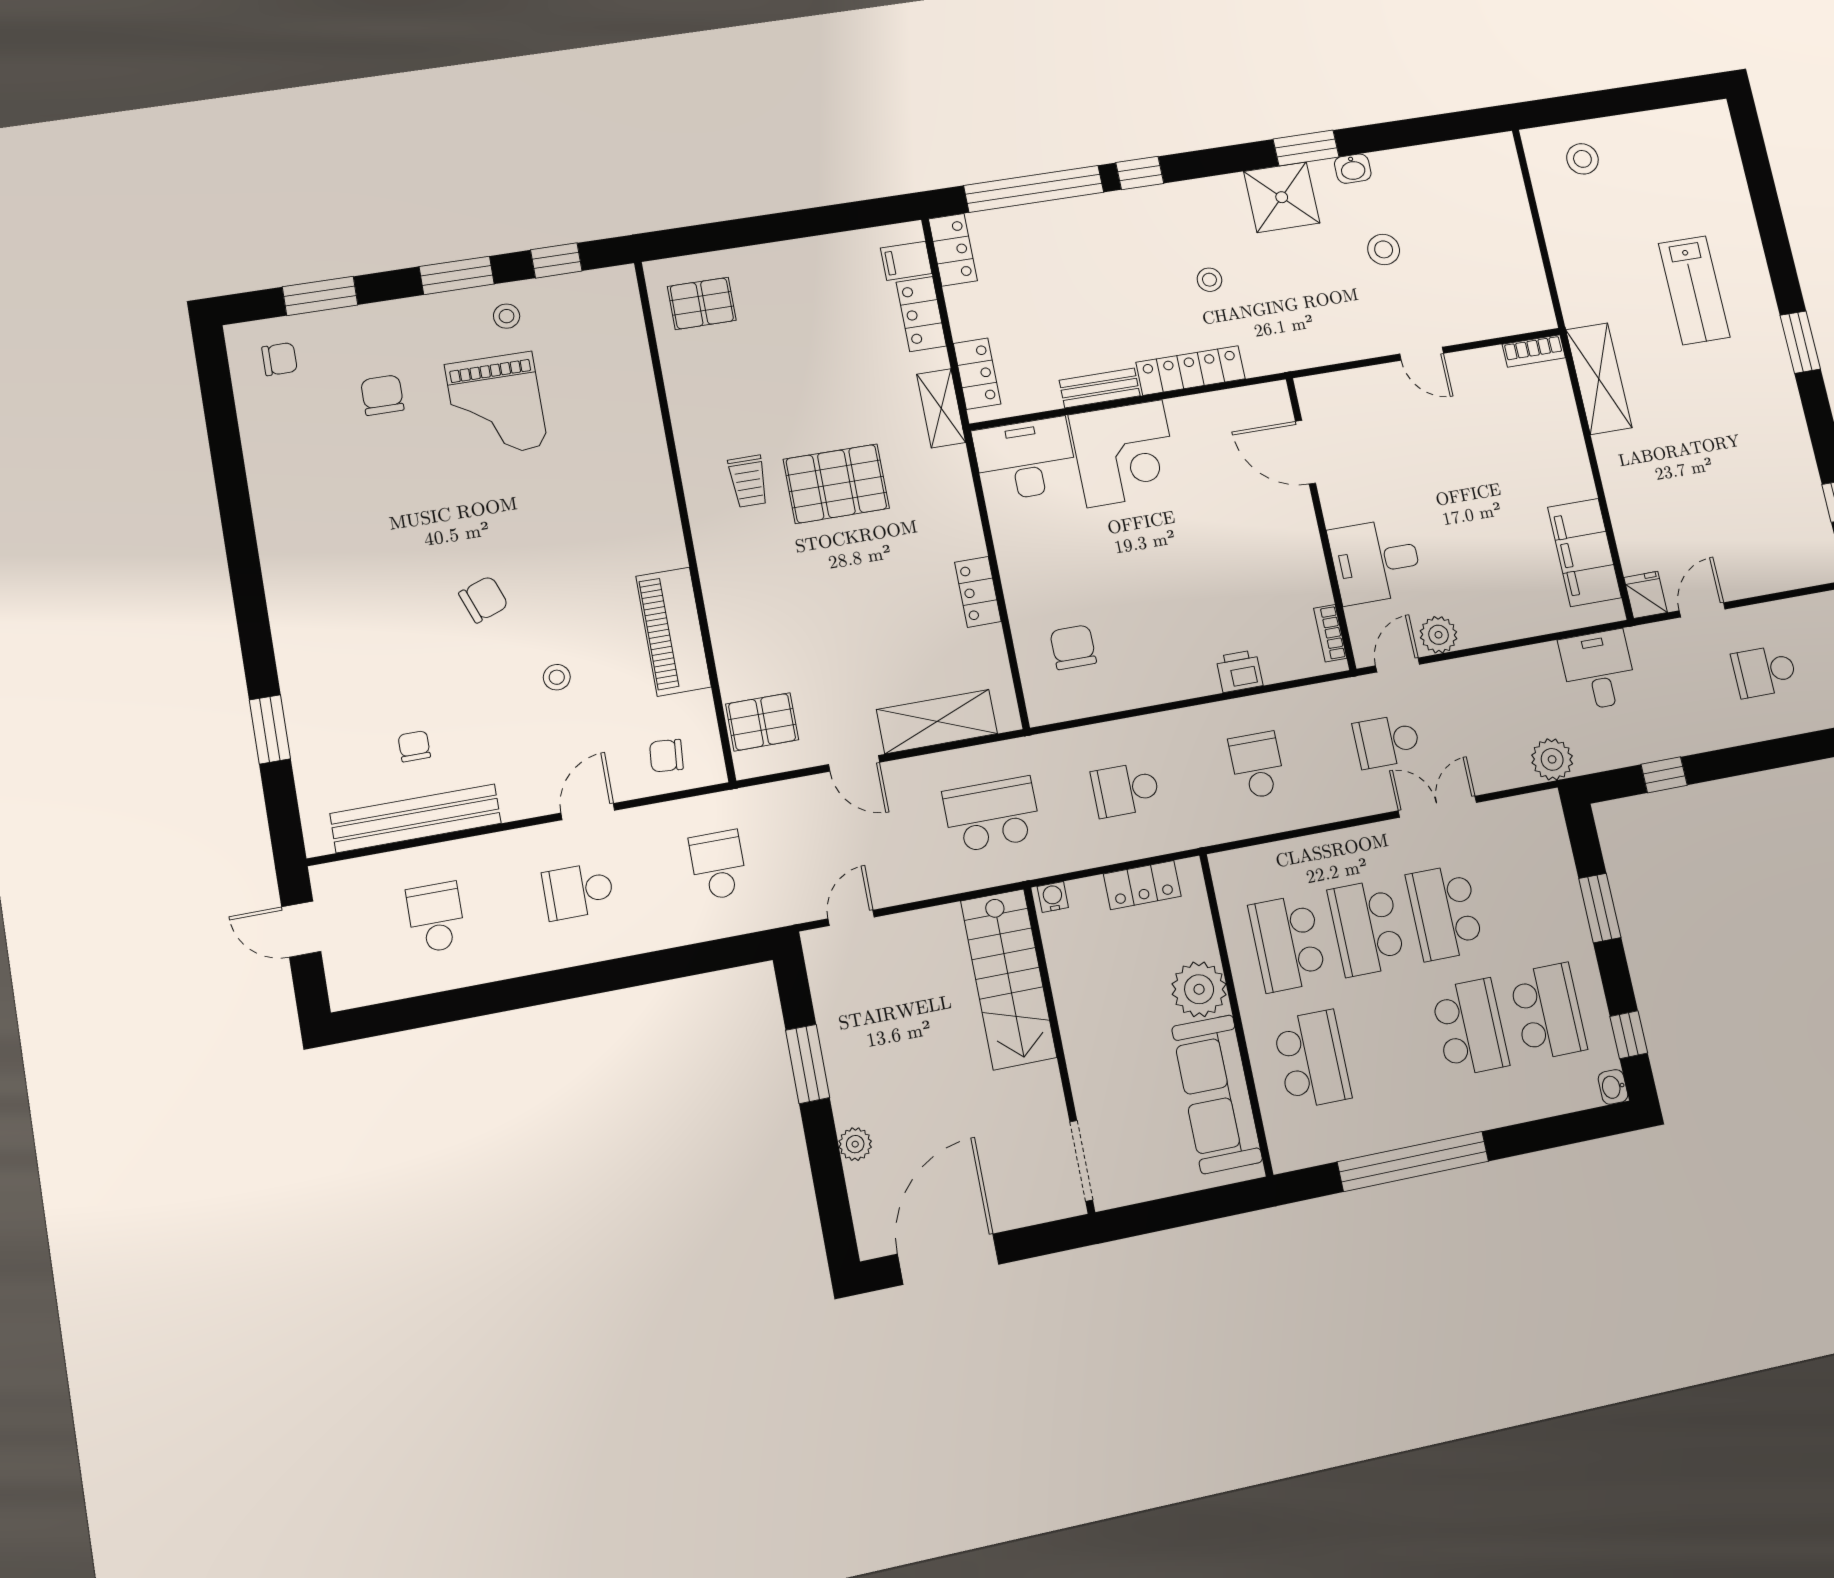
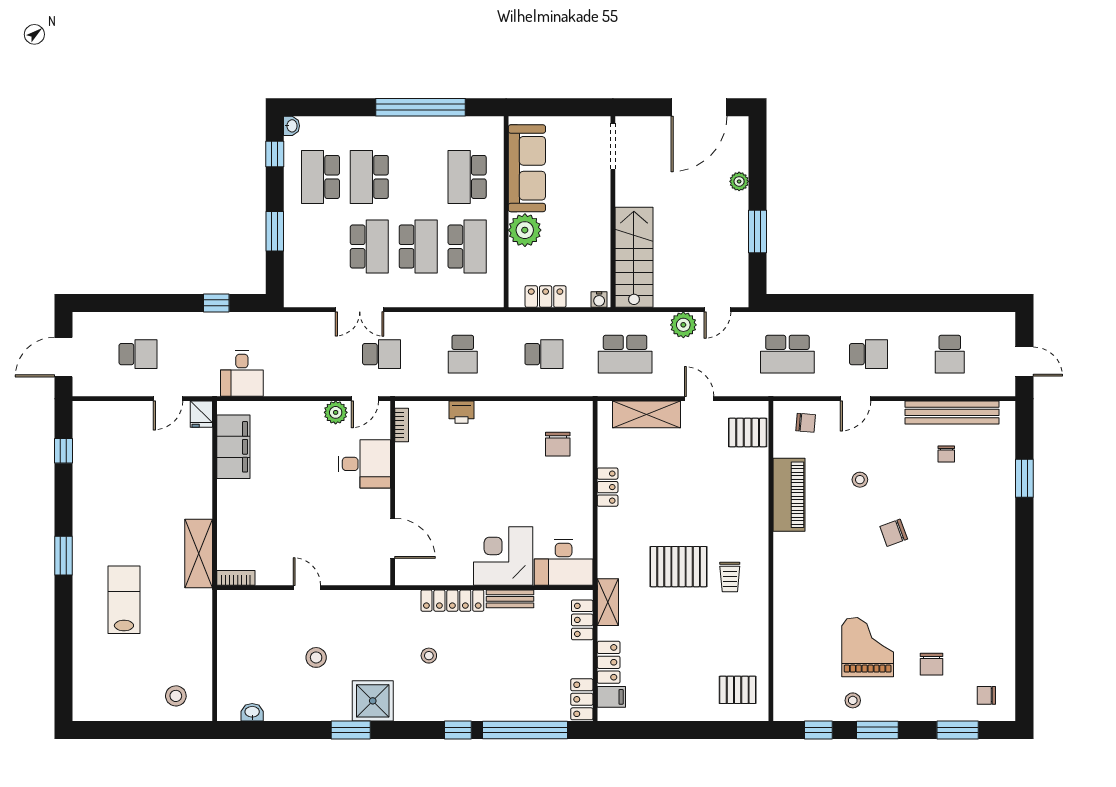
washbasin: (1353, 169) -> (252, 712), moved
trolley: (748, 481) -> (730, 577), turned 180
plant: (1552, 759) -> (683, 325), moved
school desk: (718, 865) -> (787, 354), width x1.85

